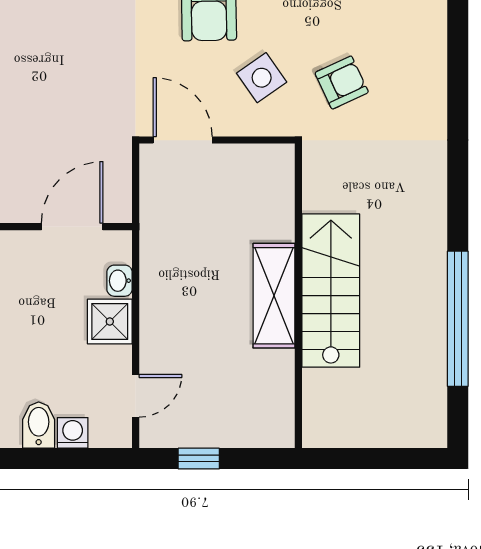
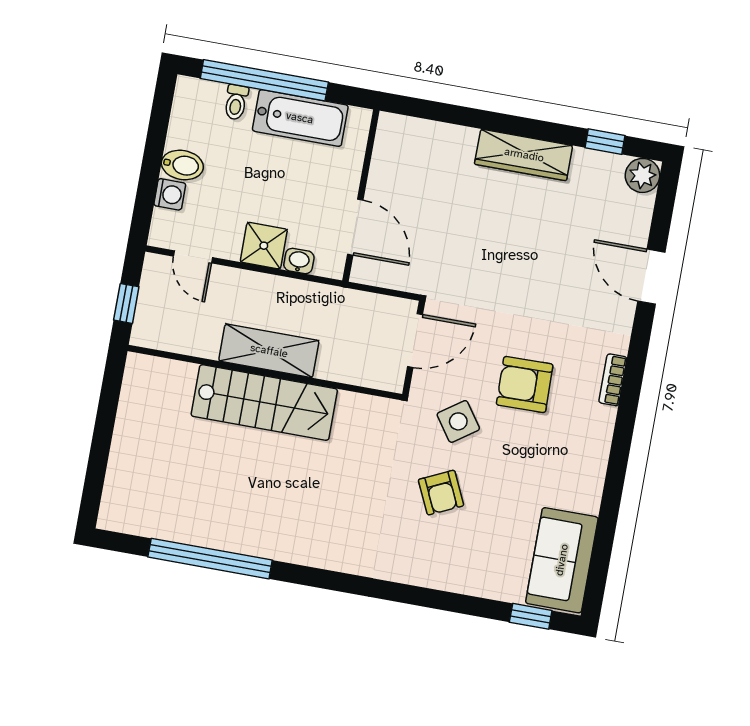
stairs: (331, 291) -> (264, 403), moved
shelving: (274, 296) -> (269, 351), moved
wall: (298, 296) -> (265, 373), moved

